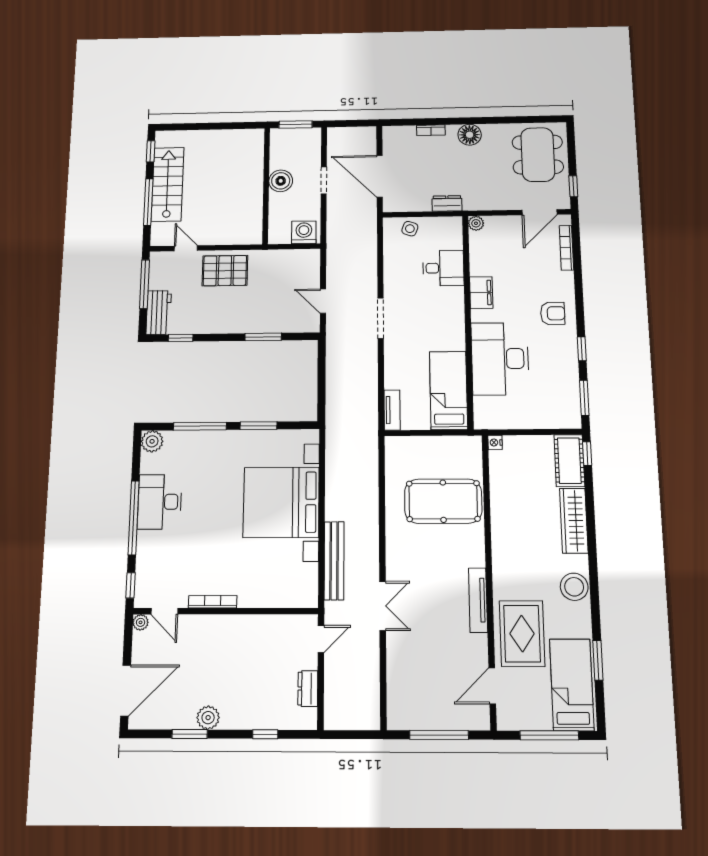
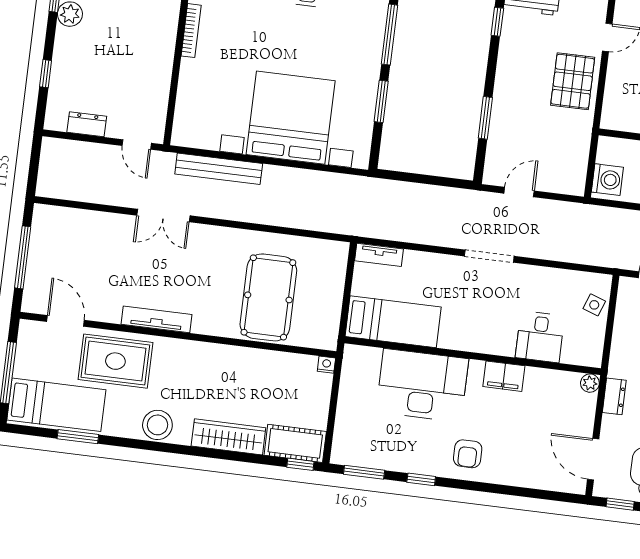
dresser: (447, 203) -> (614, 396), moved
bookcase: (566, 248) -> (545, 483), removed

